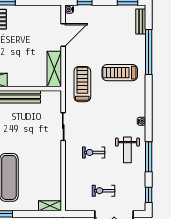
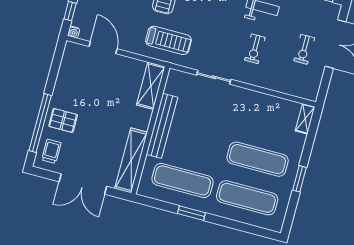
shelving: (54, 69) -> (151, 86), moved, turned 90
treadmill: (82, 84) -> (169, 40), turned 180

